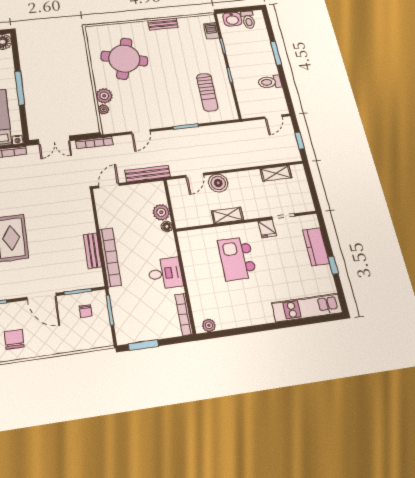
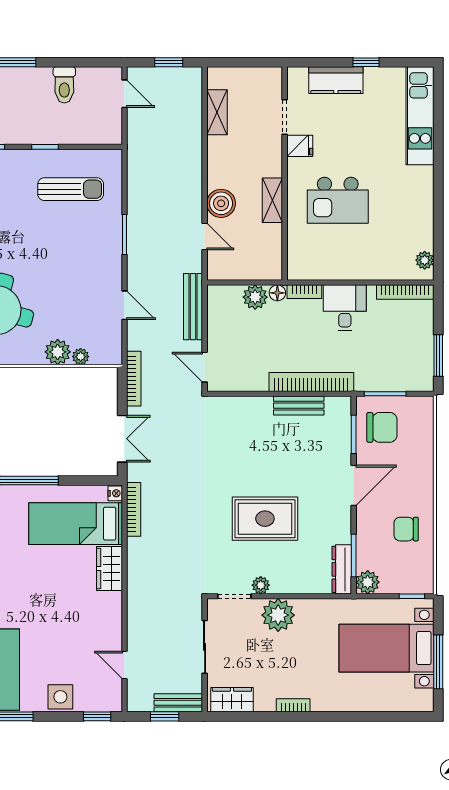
bookcase: (171, 244) -> (304, 292), added
chair: (86, 311) -> (382, 427), width x1.87, depth x1.87

